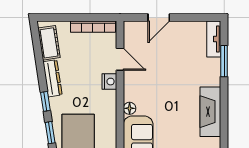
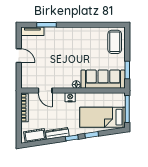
door: (159, 18) -> (19, 56), moved
door: (120, 59) -> (45, 91), swing flipped
nightstand: (109, 82) -> (70, 97), moved
fireplace: (210, 112) -> (78, 33), removed

